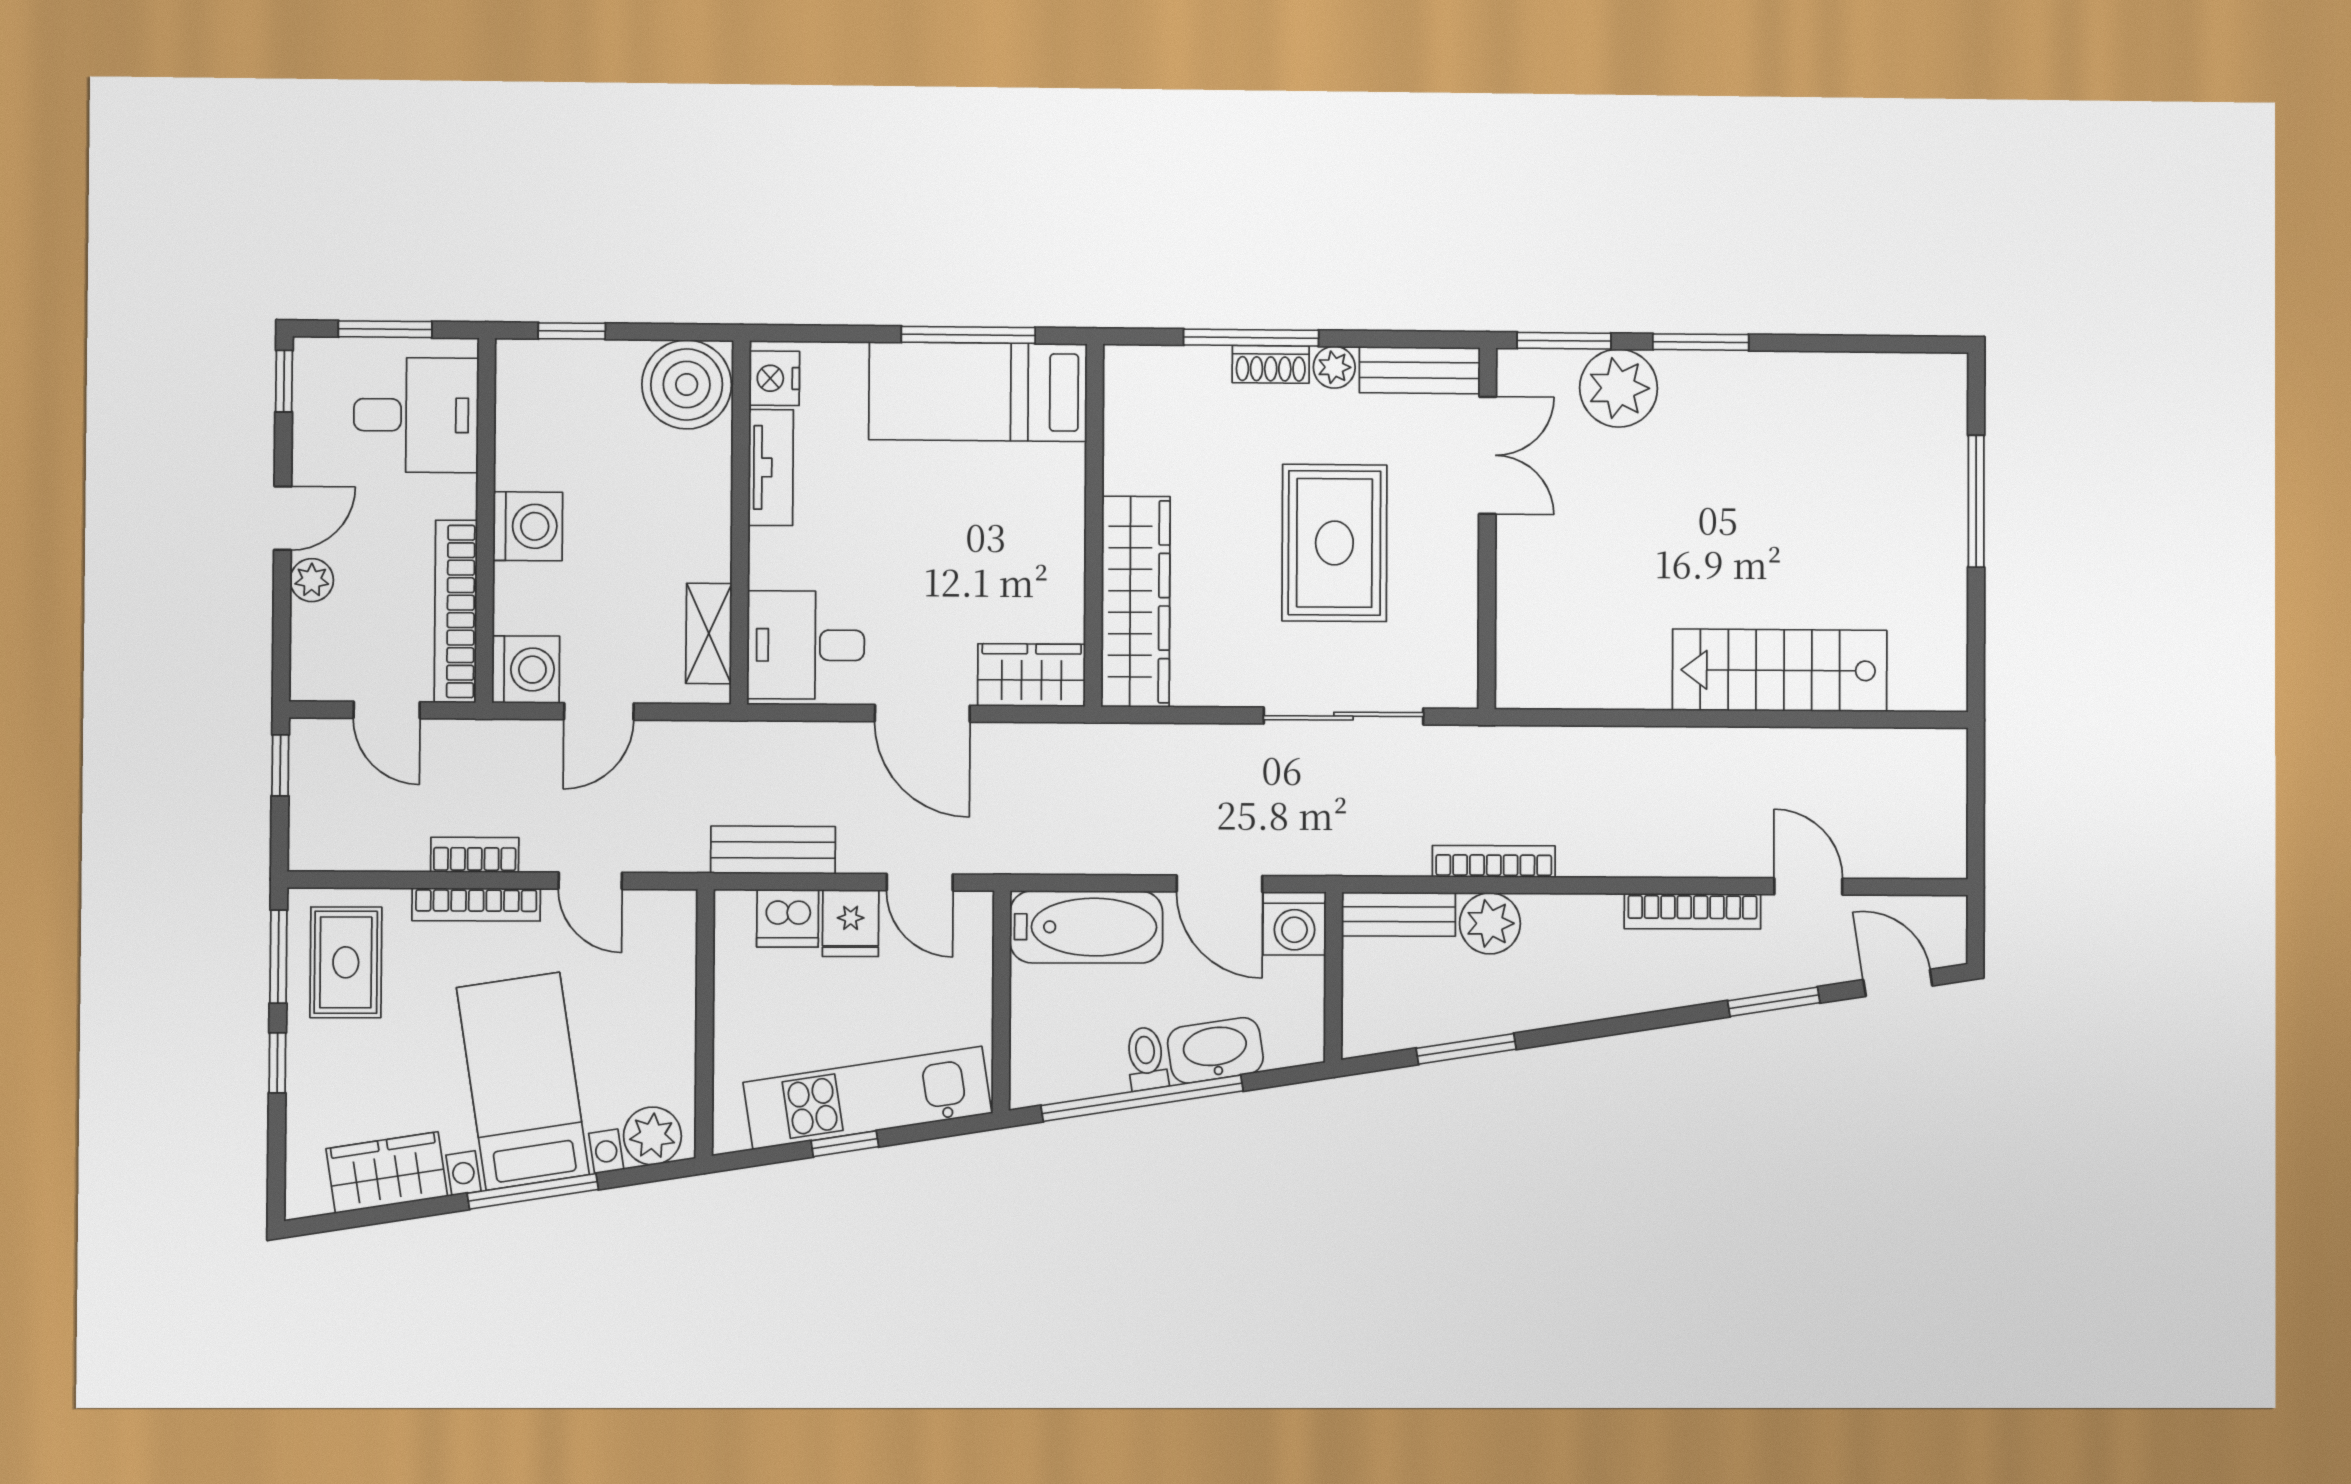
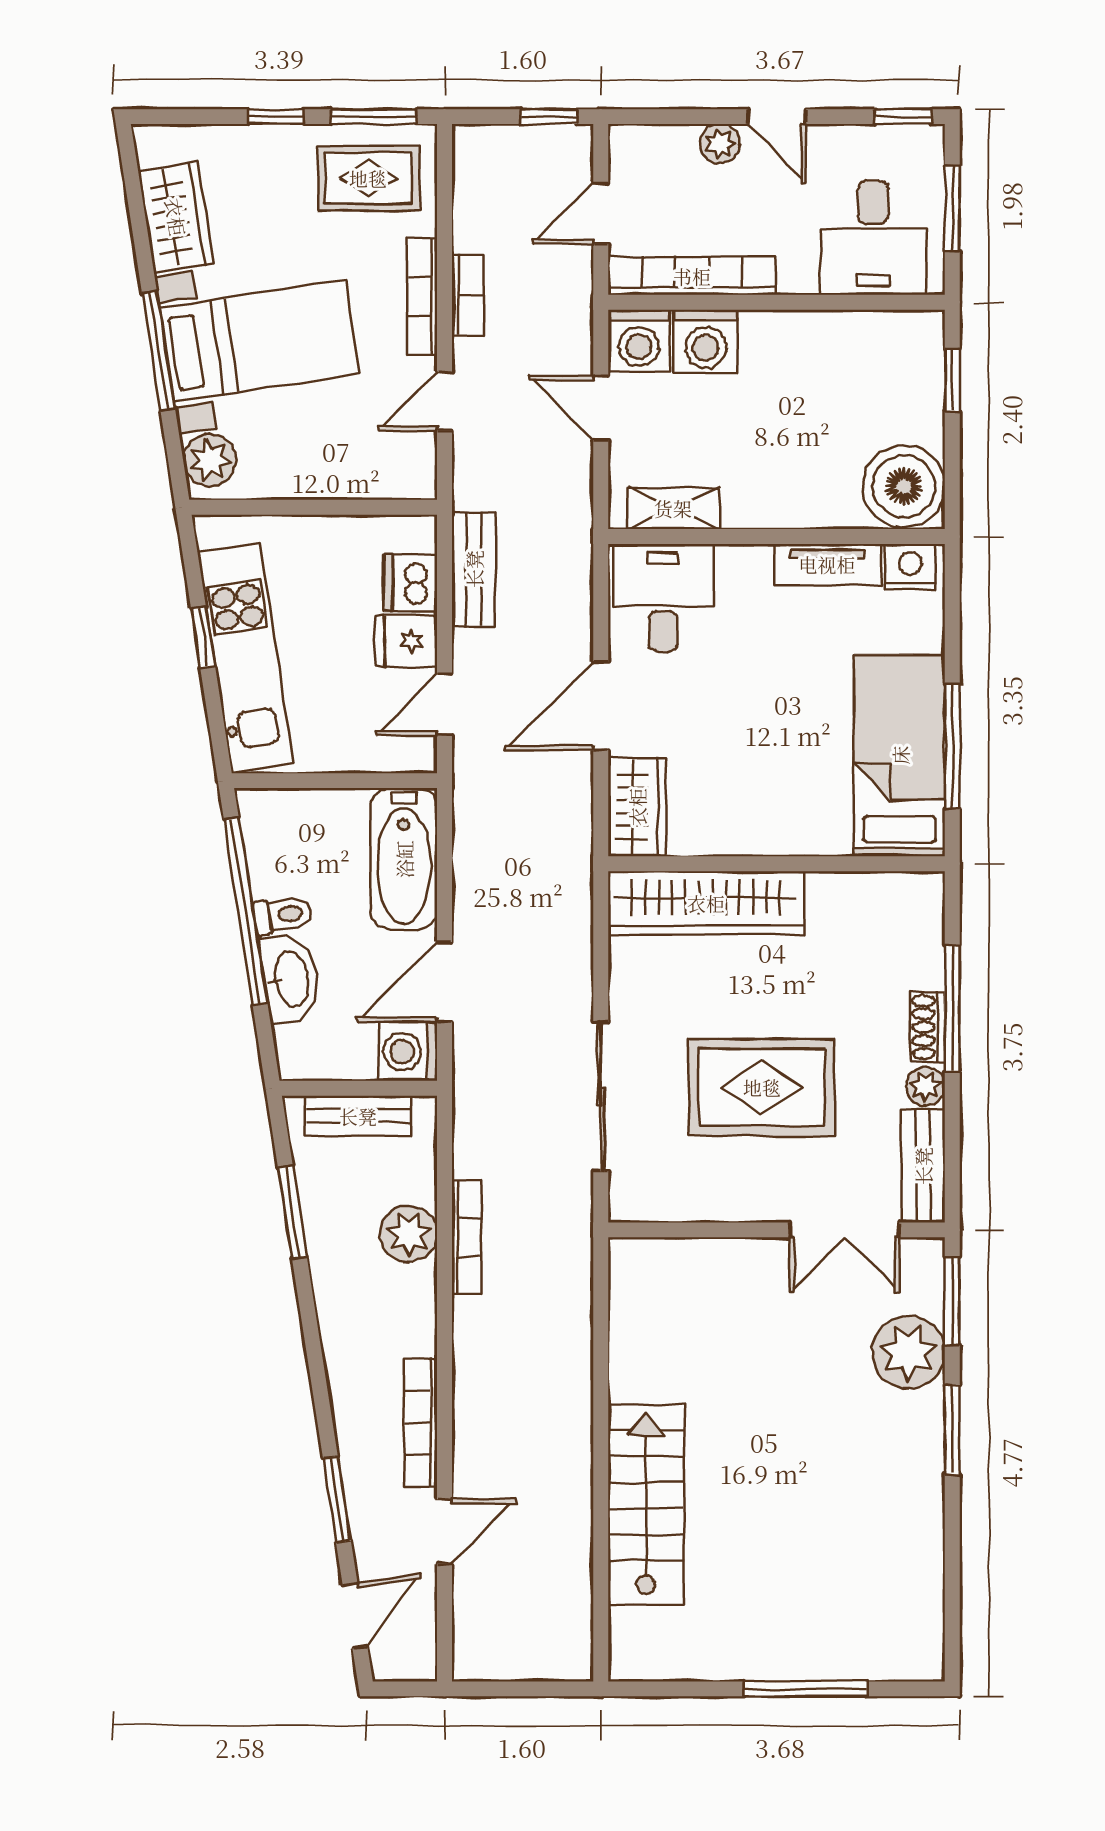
washing machine: (528, 526) -> (705, 341), moved
bench: (1399, 914) -> (358, 1116), moved, turned 90

